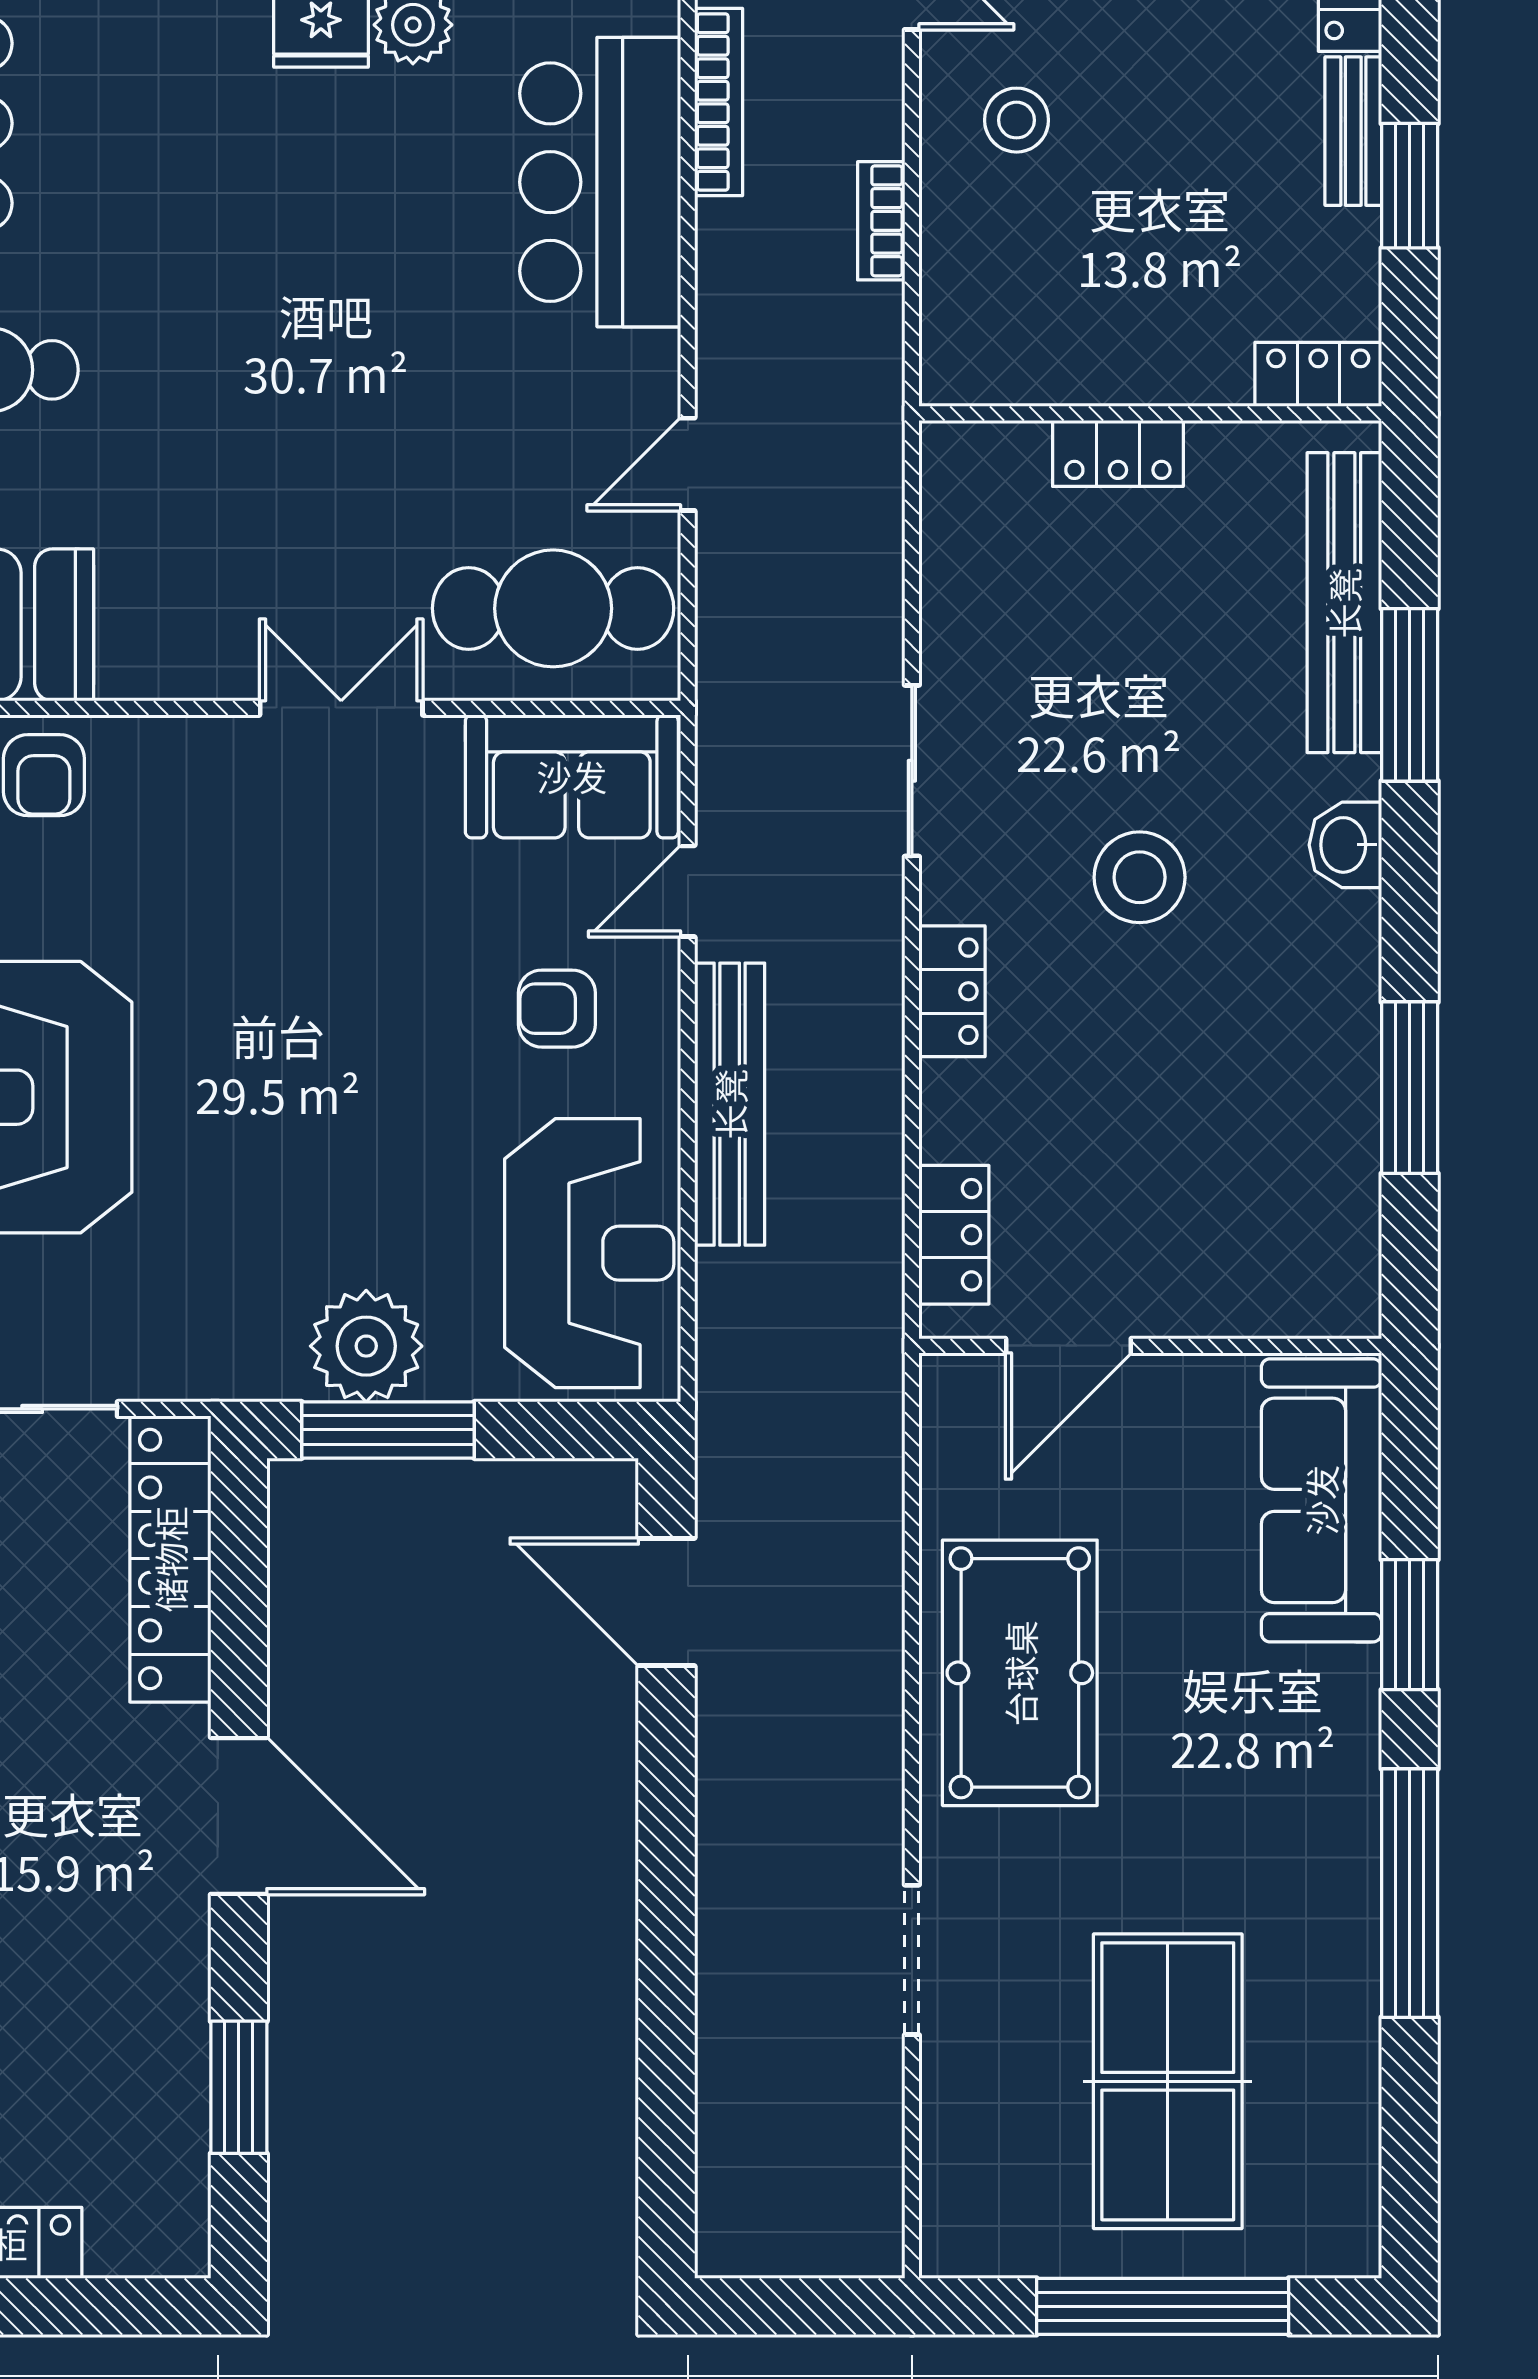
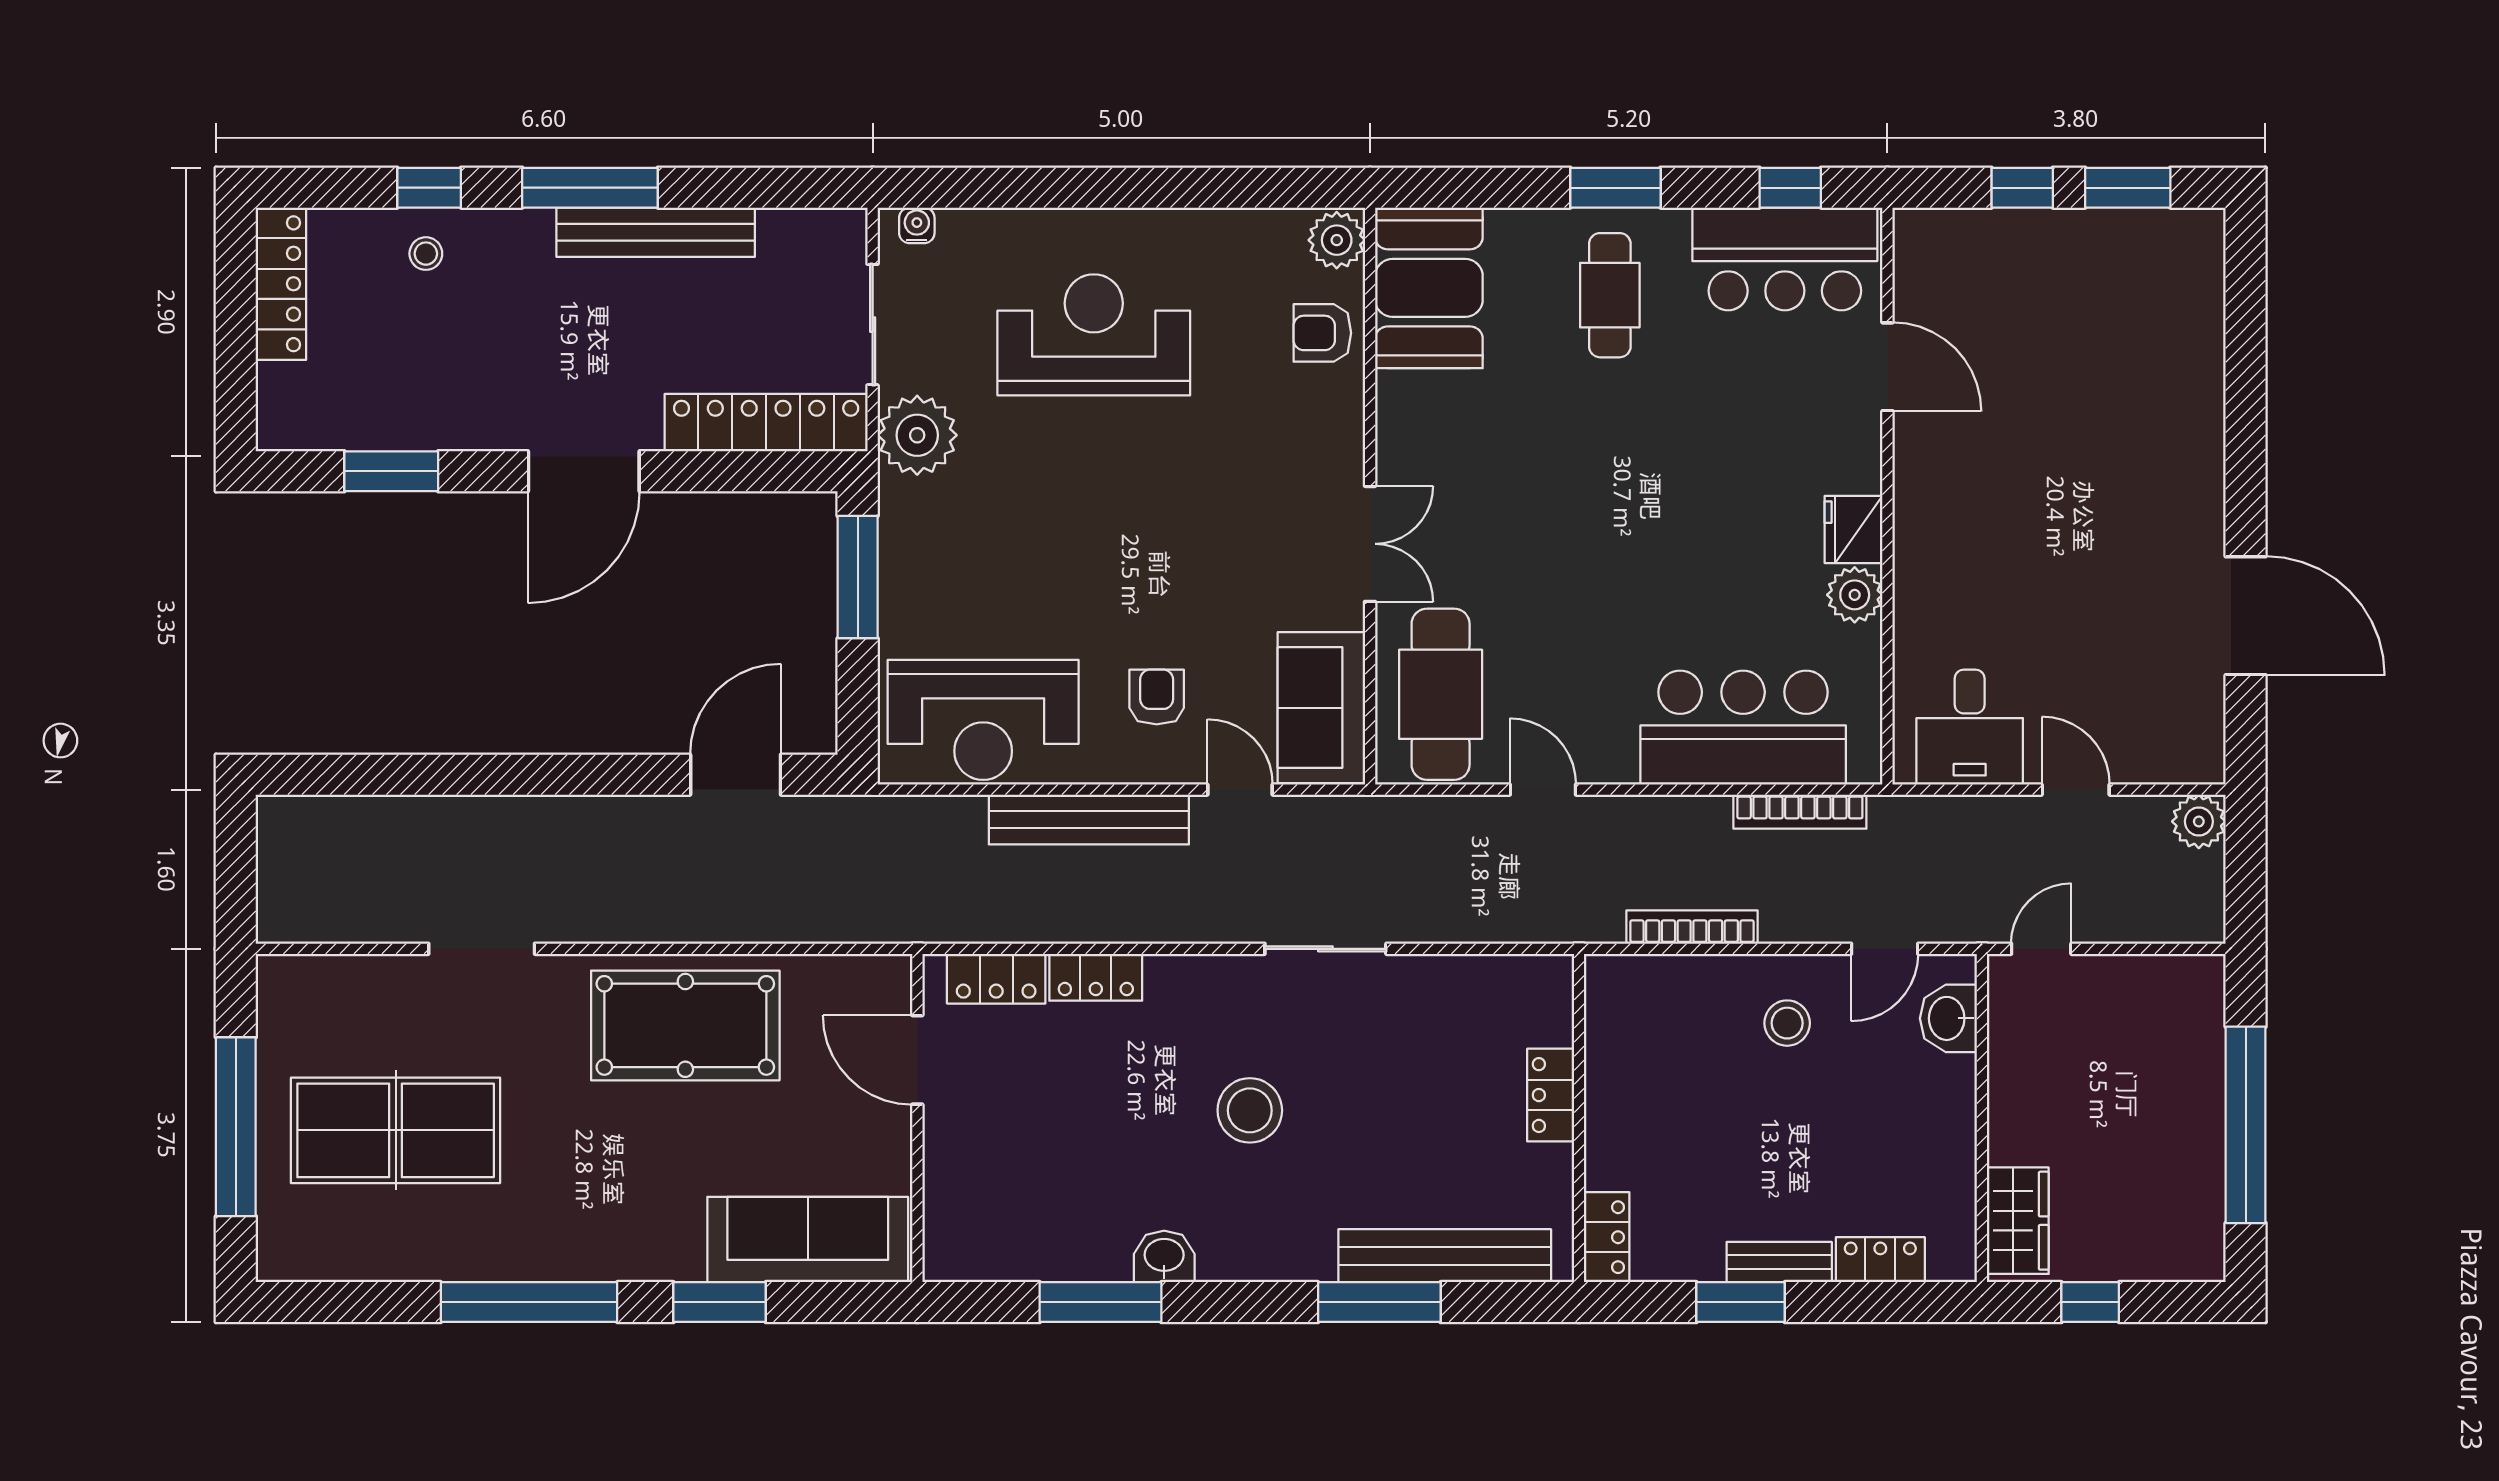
bookcase: (881, 221) -> (1692, 927), width x1.56
washbasin: (1345, 845) -> (1164, 1256), moved
locker: (952, 991) -> (1096, 977), moved
plant: (366, 1346) -> (917, 435), moved

